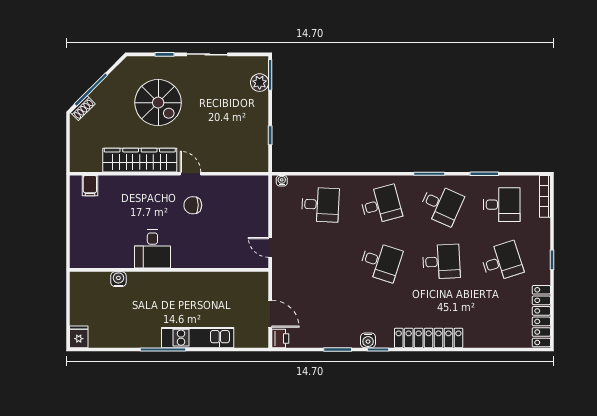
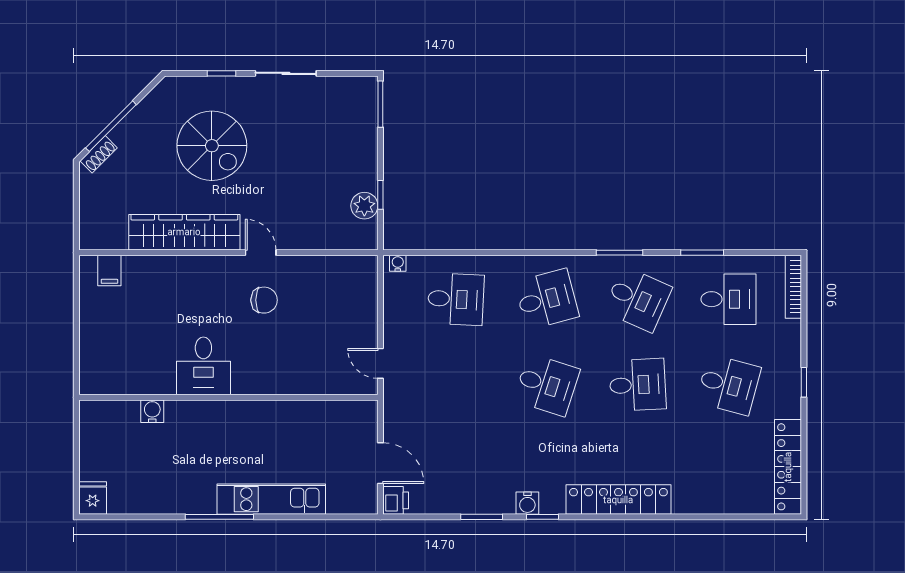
plant: (260, 83) -> (364, 206), moved
chair: (193, 205) -> (264, 300), turned 180
desk: (502, 262) -> (729, 385), turned 33

